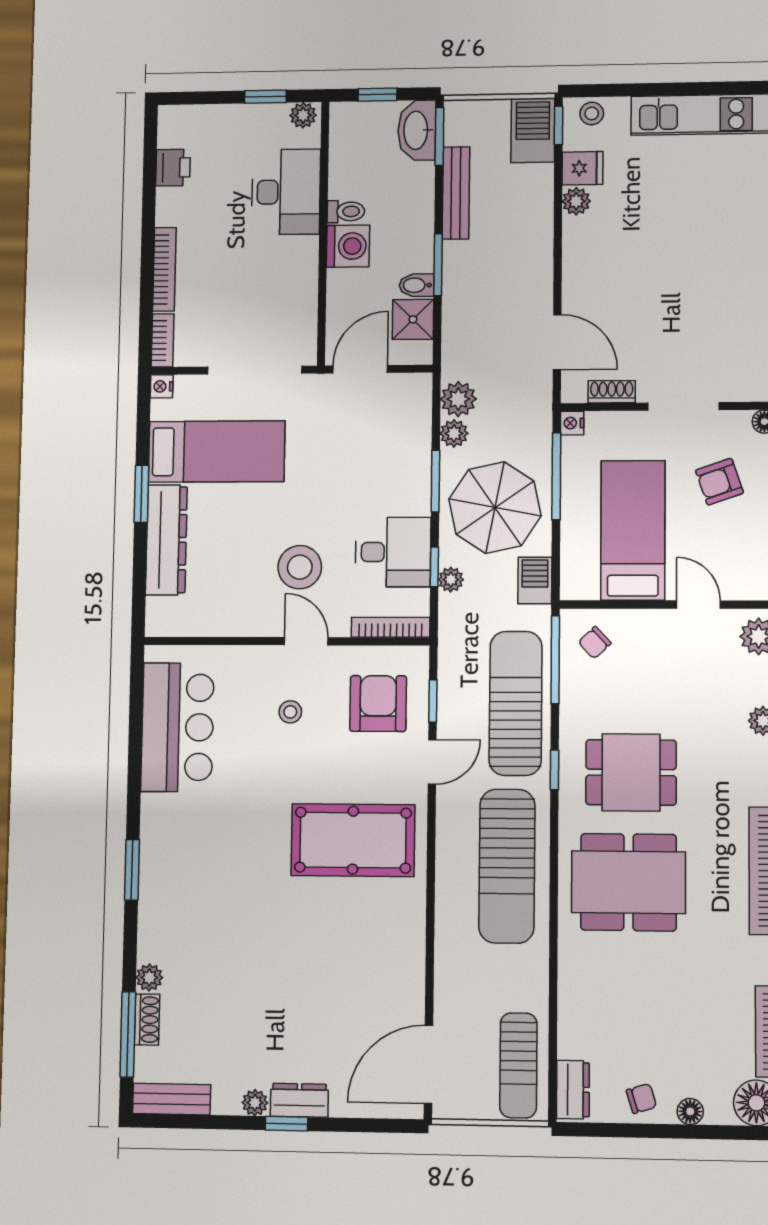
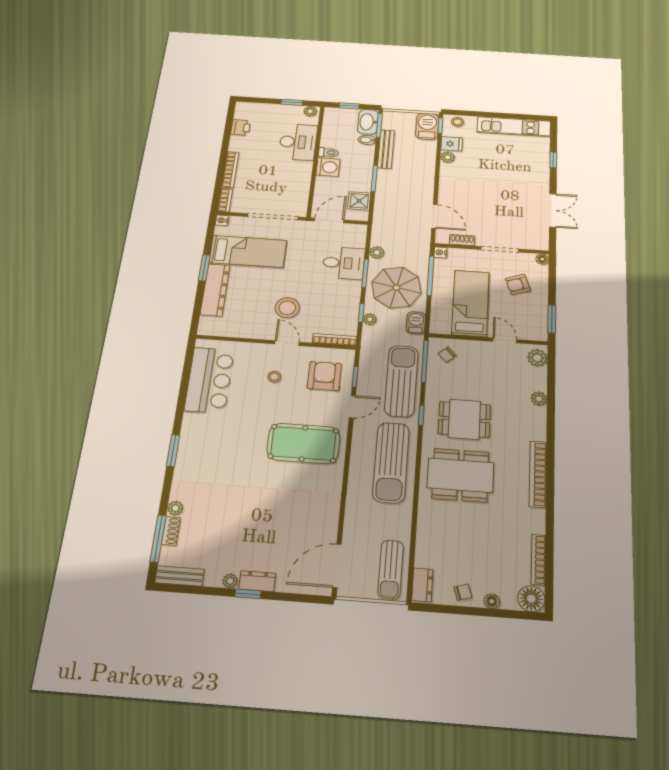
bidet: (417, 285) -> (367, 140), moved
plant: (458, 399) -> (380, 237), removed
desk: (393, 552) -> (344, 263), moved

